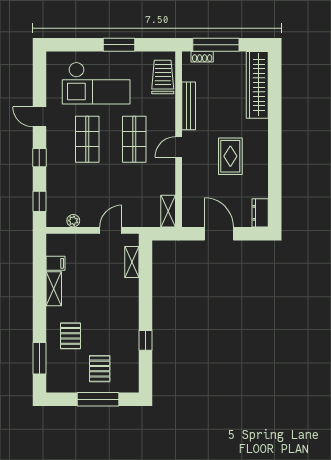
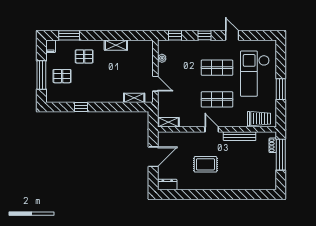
wardrobe: (257, 85) -> (254, 182), removed
door: (39, 117) -> (232, 35), hinge flipped
filing cabinet: (56, 263) -> (51, 46), moved

